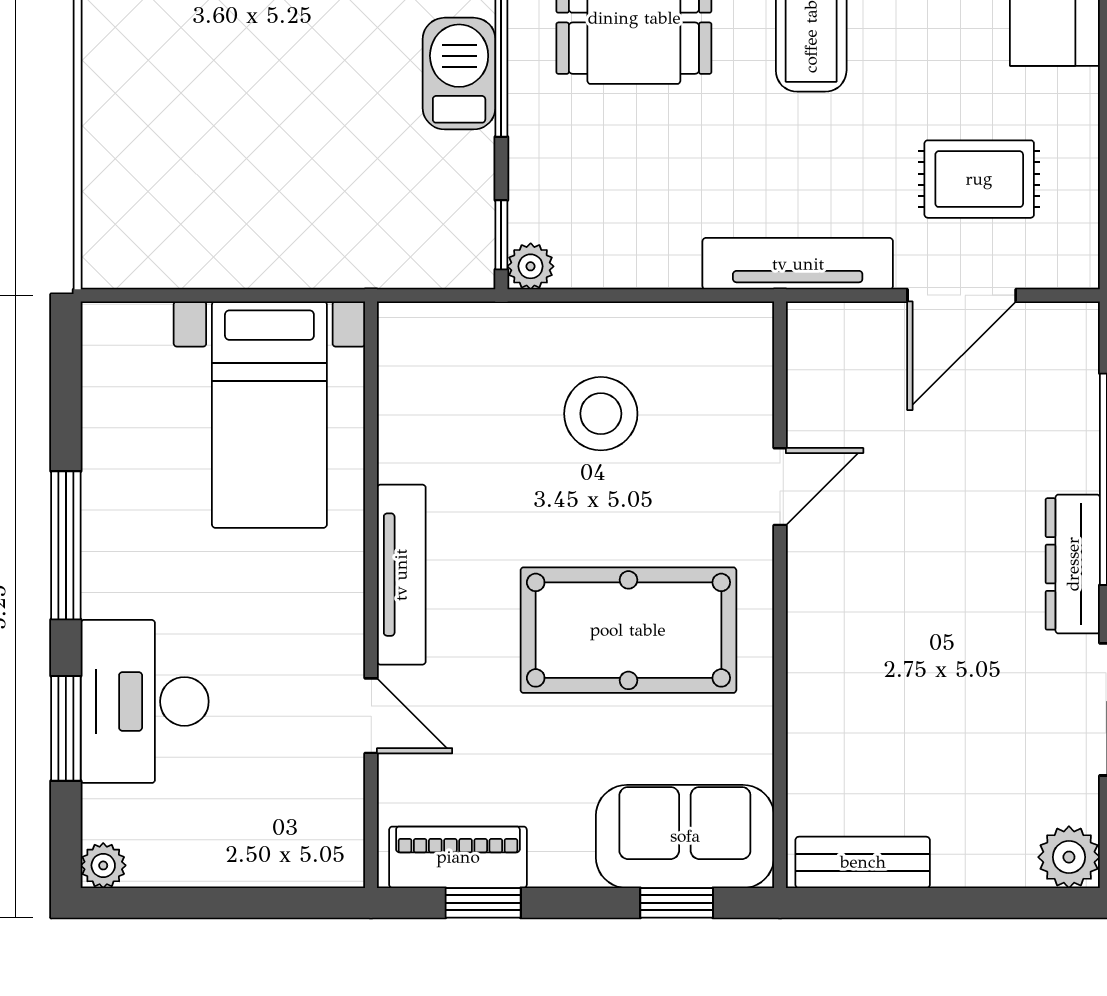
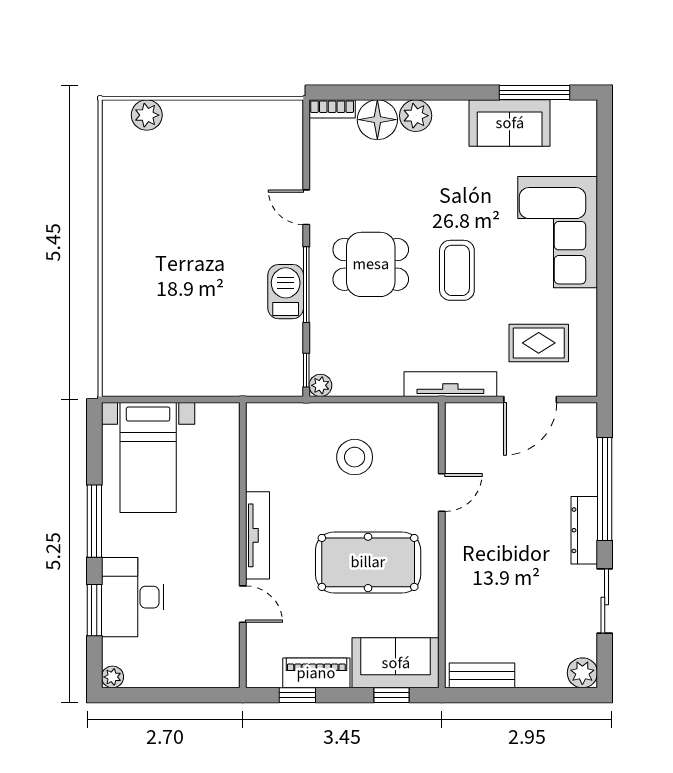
bed with nightstands: (269, 415) -> (148, 458), moved
piano: (458, 857) -> (316, 673), moved

